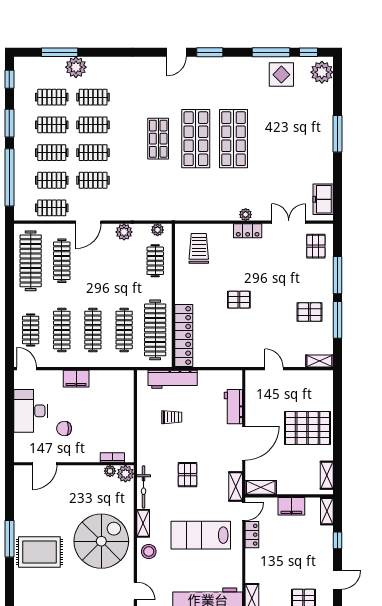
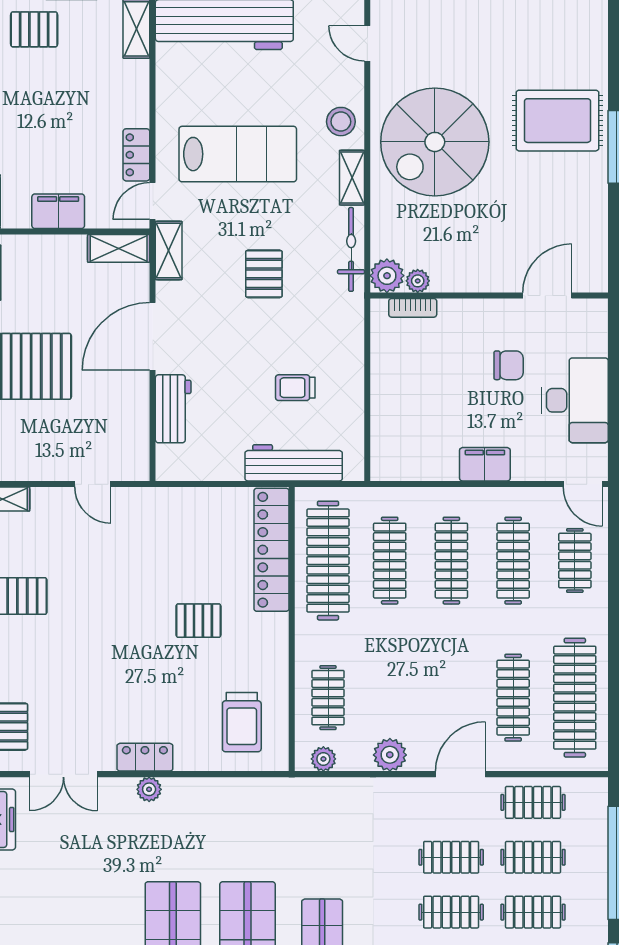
pallet: (239, 300) -> (198, 621), moved

